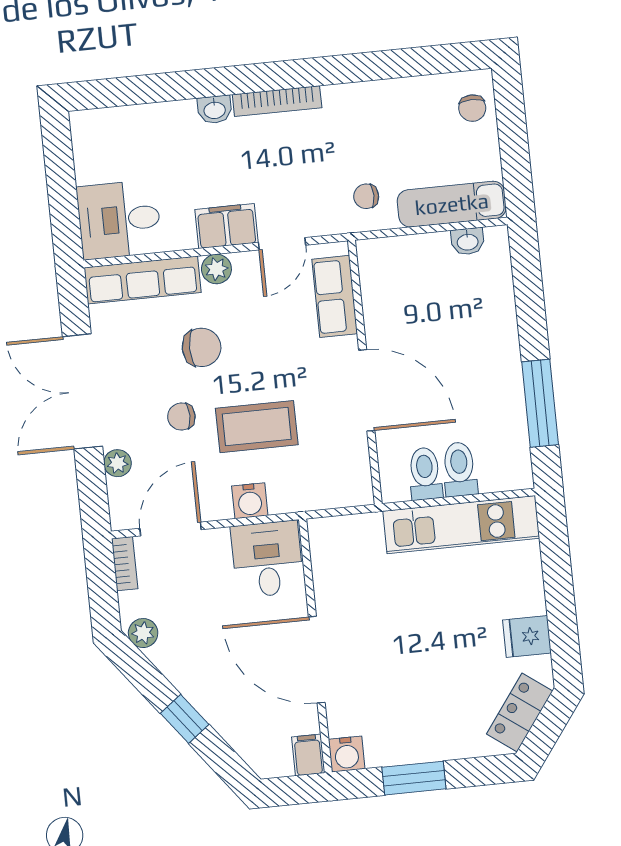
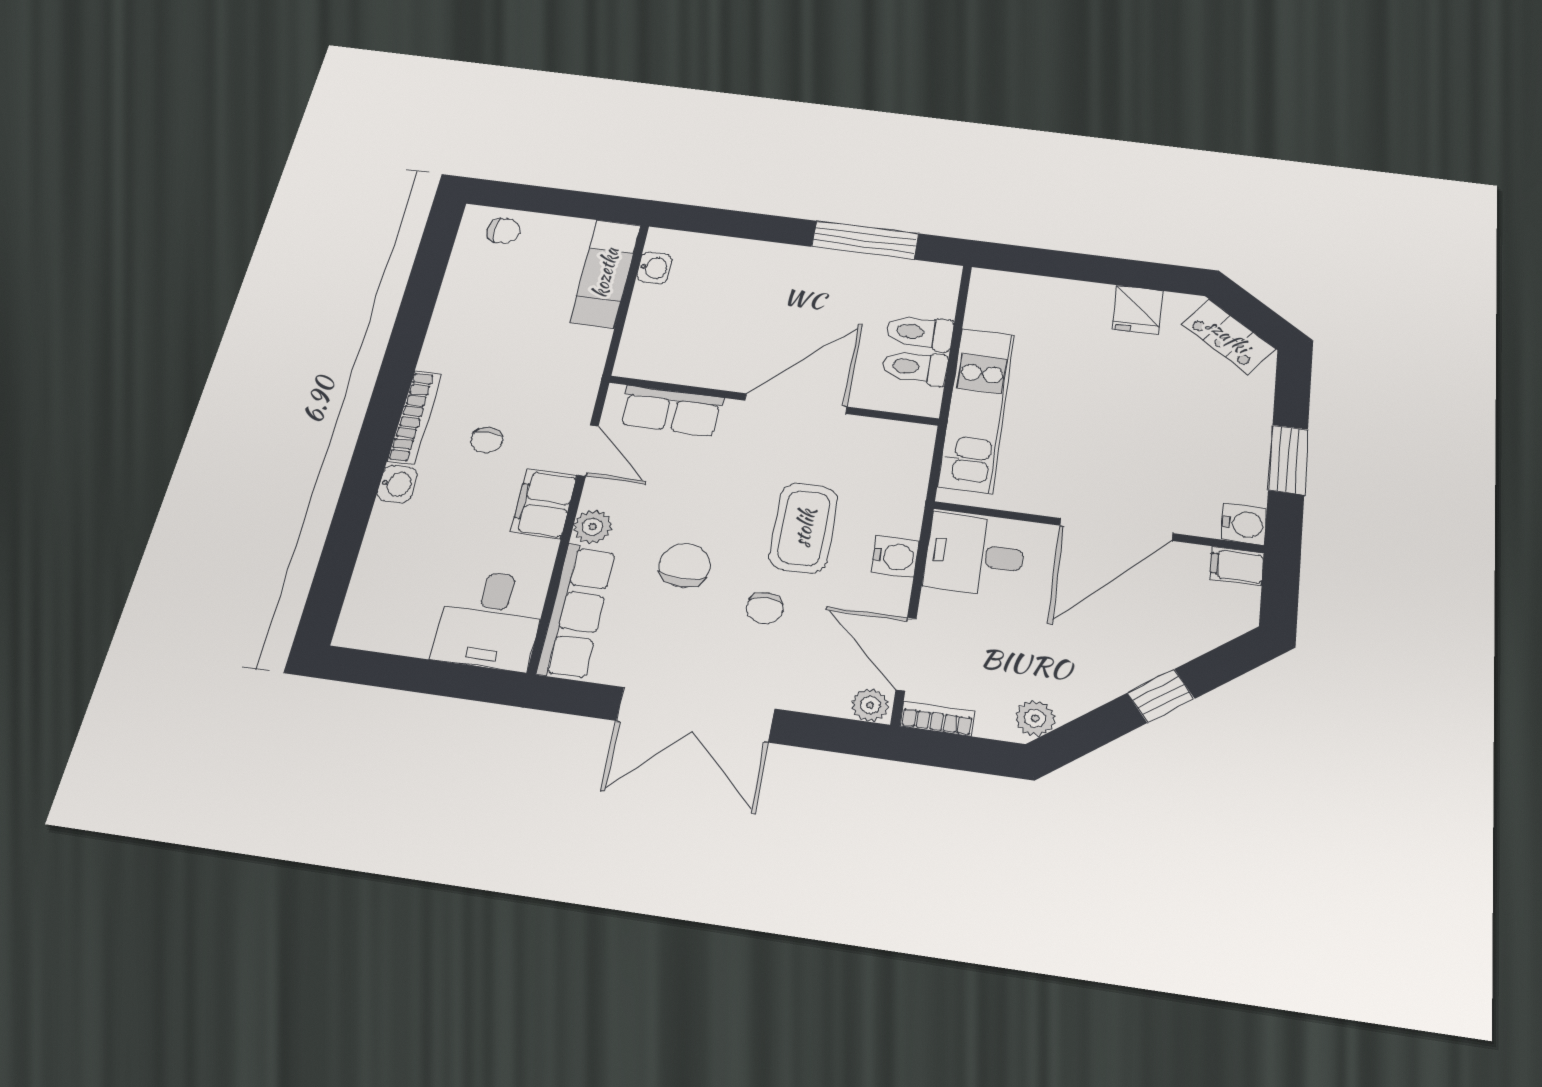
chair: (366, 196) -> (486, 440), moved
plant: (118, 463) -> (870, 705), moved
kitchen unit: (461, 525) -> (977, 410), moved

